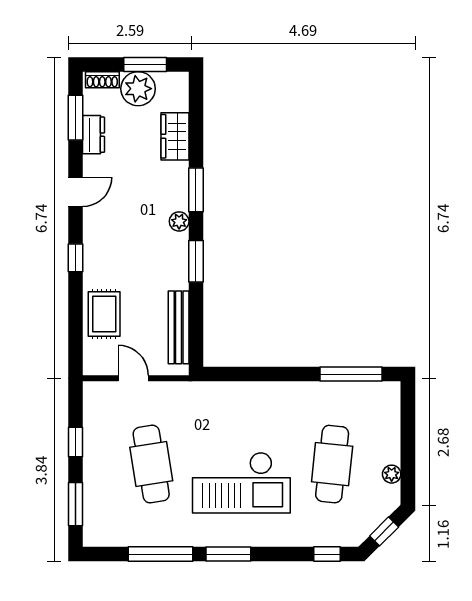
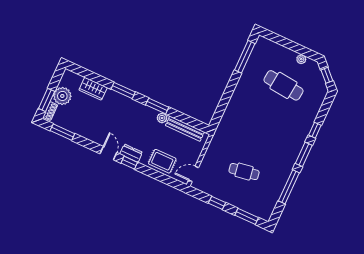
window: (145, 64) -> (47, 100), moved
dresser: (93, 135) -> (131, 153), moved
door: (75, 192) -> (108, 153), moved
plant: (179, 221) -> (162, 118), moved
door: (133, 378) -> (194, 174), moved
cafe table: (151, 464) -> (244, 172), width x0.73, depth x0.74
checkout: (241, 483) -> (273, 133), removed
window: (327, 554) -> (315, 130), moved

